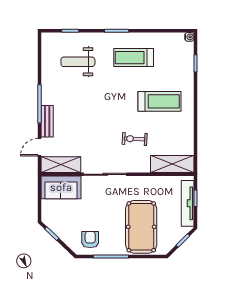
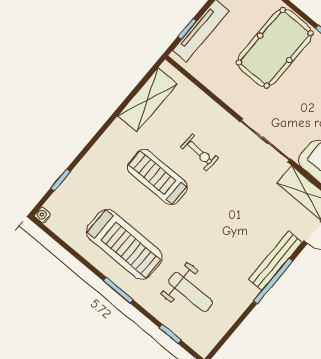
treadmill: (134, 58) -> (124, 244), width x1.37, depth x1.38
treadmill: (159, 101) -> (157, 177), moved
bench: (47, 121) -> (275, 261), width x1.36
shelving: (172, 164) -> (147, 100), moved, turned 90

